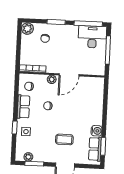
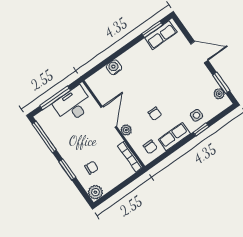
desk: (92, 37) -> (73, 105), moved, turned 90
door: (69, 75) -> (109, 117), hinge flipped
water cooler: (97, 131) -> (114, 67), moved
coffee table: (64, 139) -> (175, 72), removed

